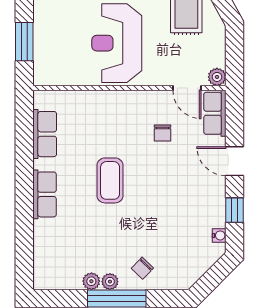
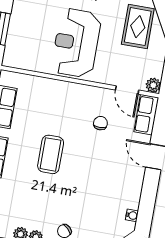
chair: (162, 133) -> (100, 123), turned 180
window: (235, 210) -> (148, 197), removed

